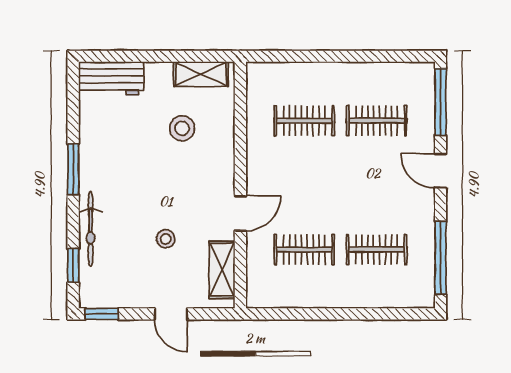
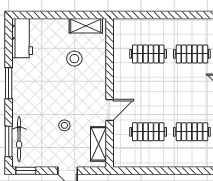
workbench: (111, 79) -> (22, 38), moved, turned -90
bicycle: (91, 229) -> (19, 139), moved
window: (73, 265) -> (9, 141), width x1.50

